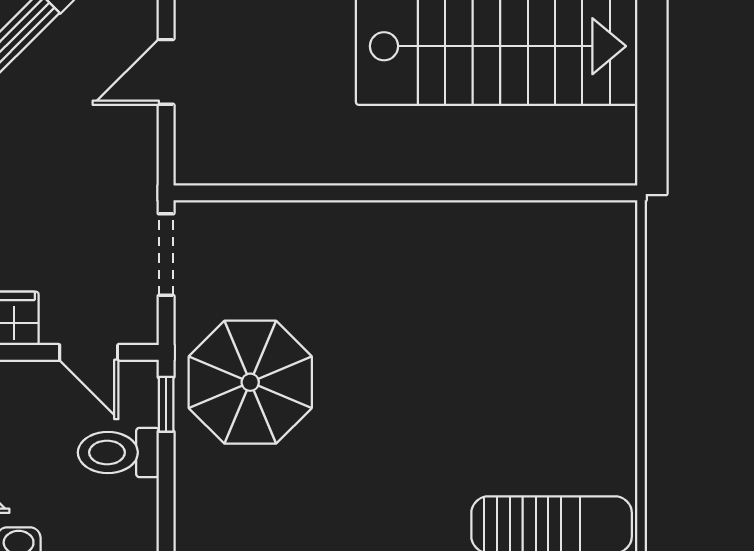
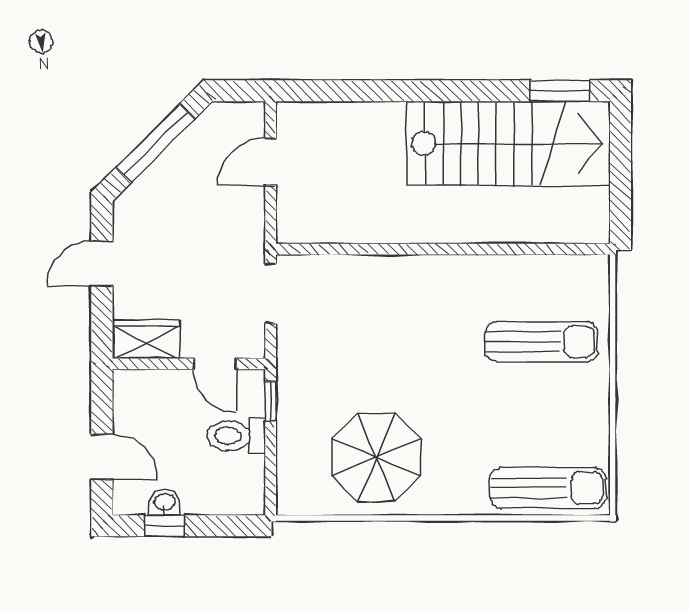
sun lounger: (542, 322) -> (541, 342), added
parasol: (250, 382) -> (376, 457), moved

